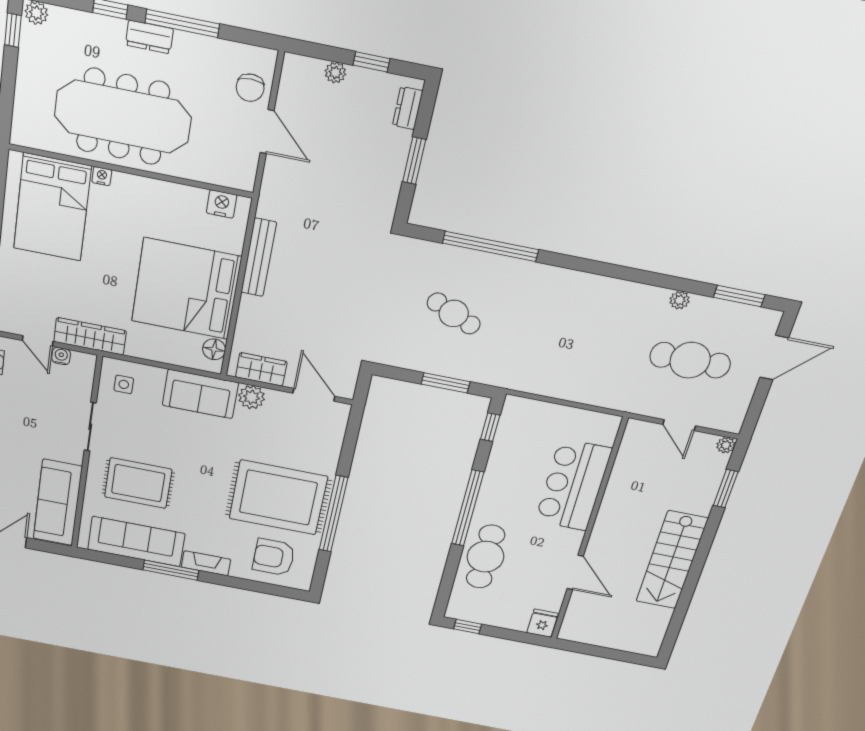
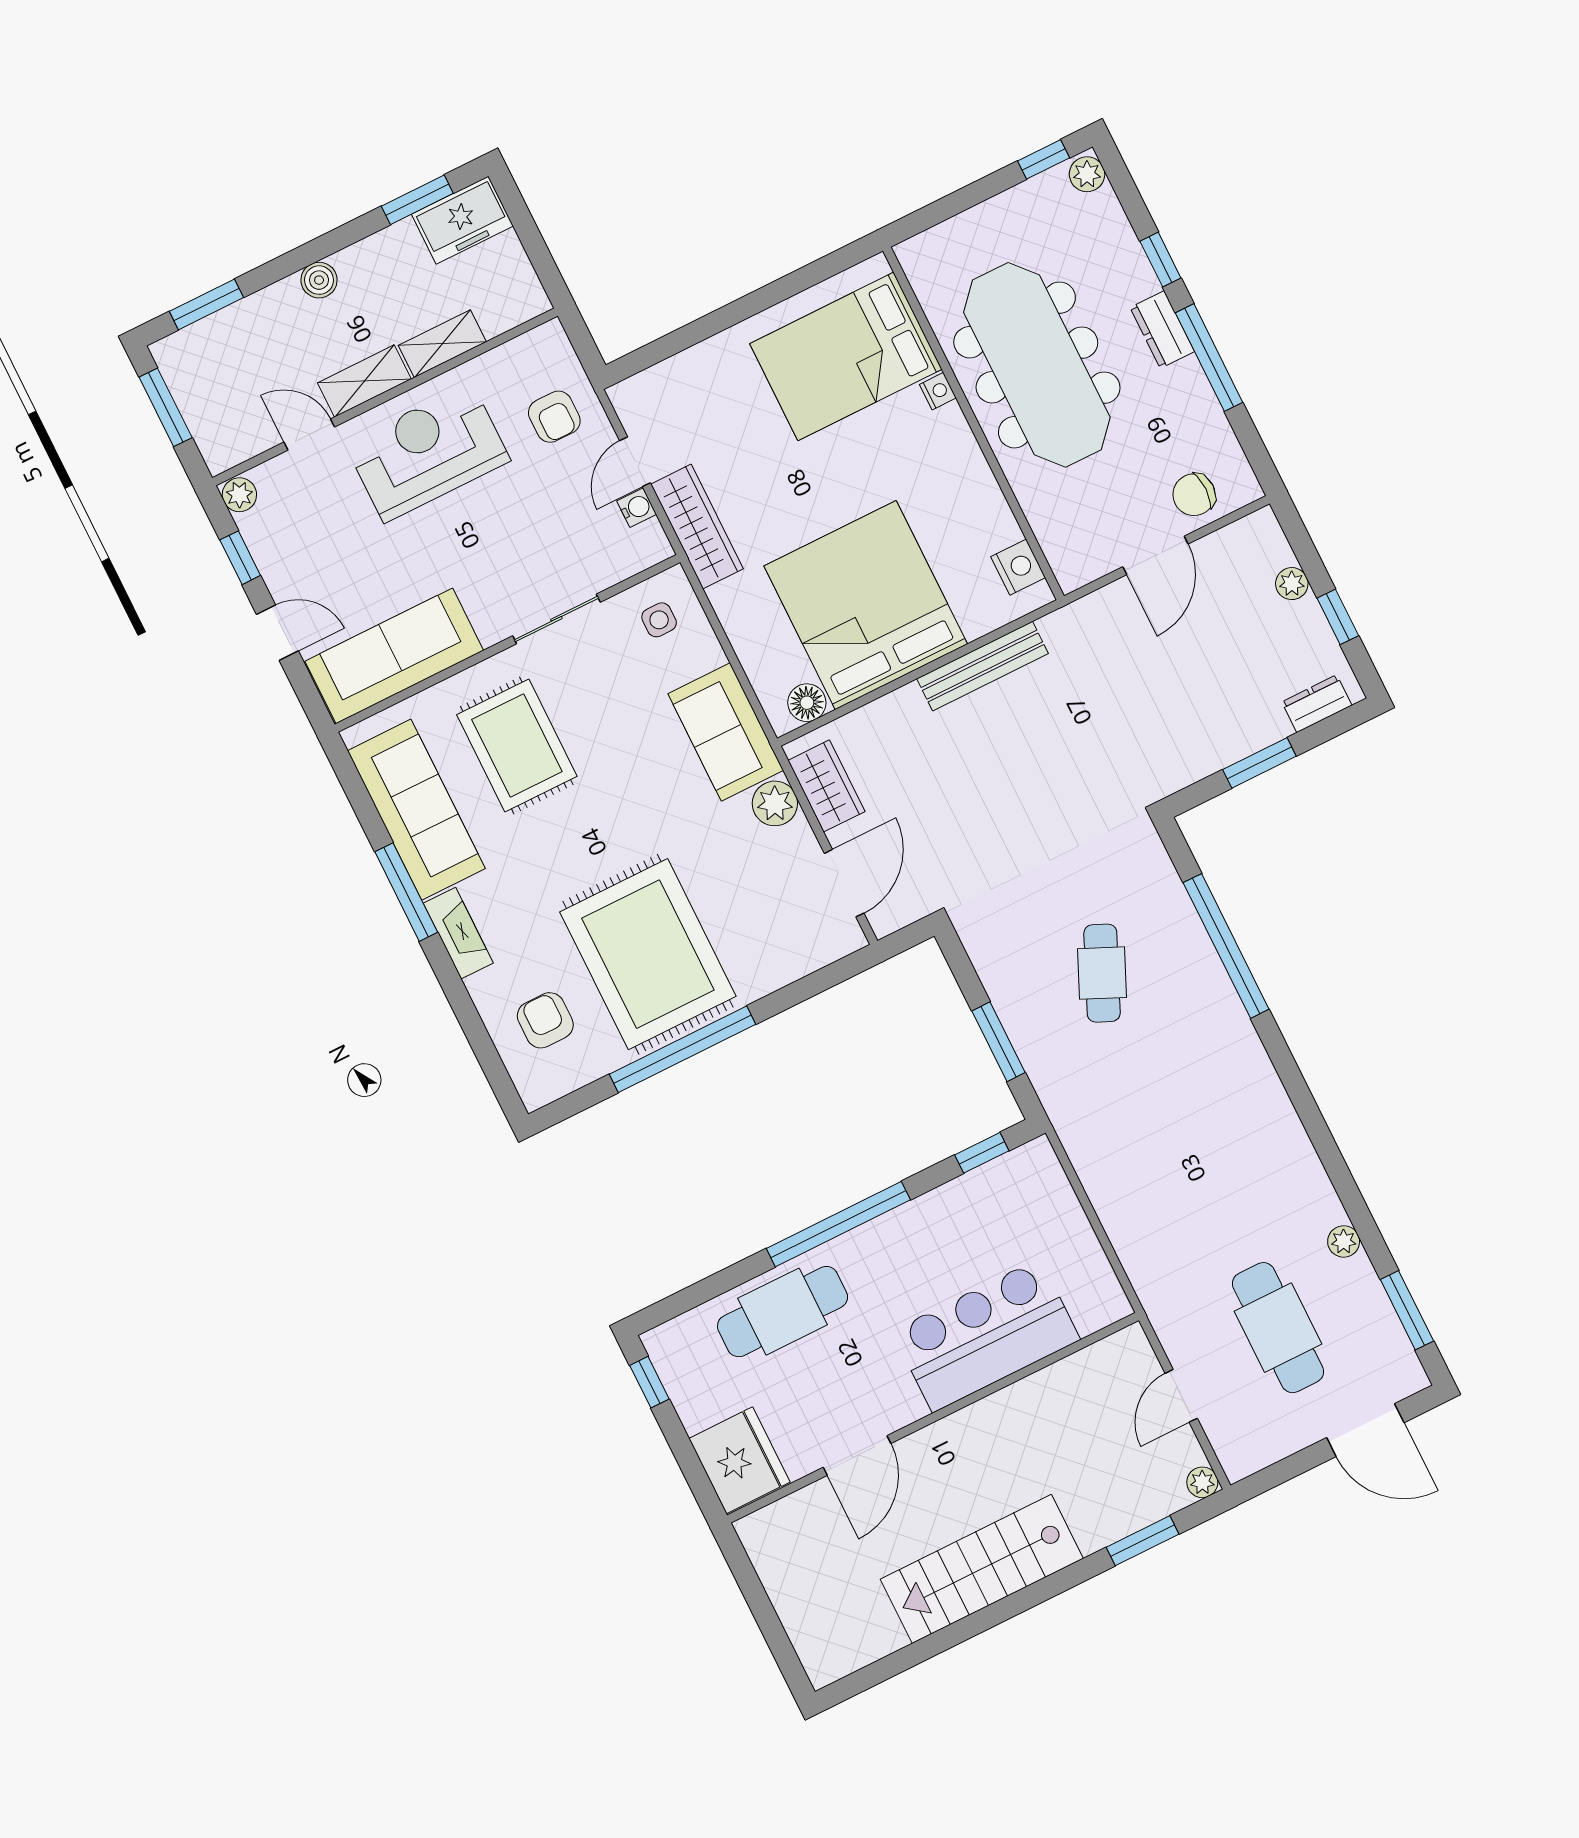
armchair: (274, 557) -> (545, 1020), width x0.72, depth x0.72
fridge: (543, 623) -> (739, 1460), width x1.88, depth x1.34

